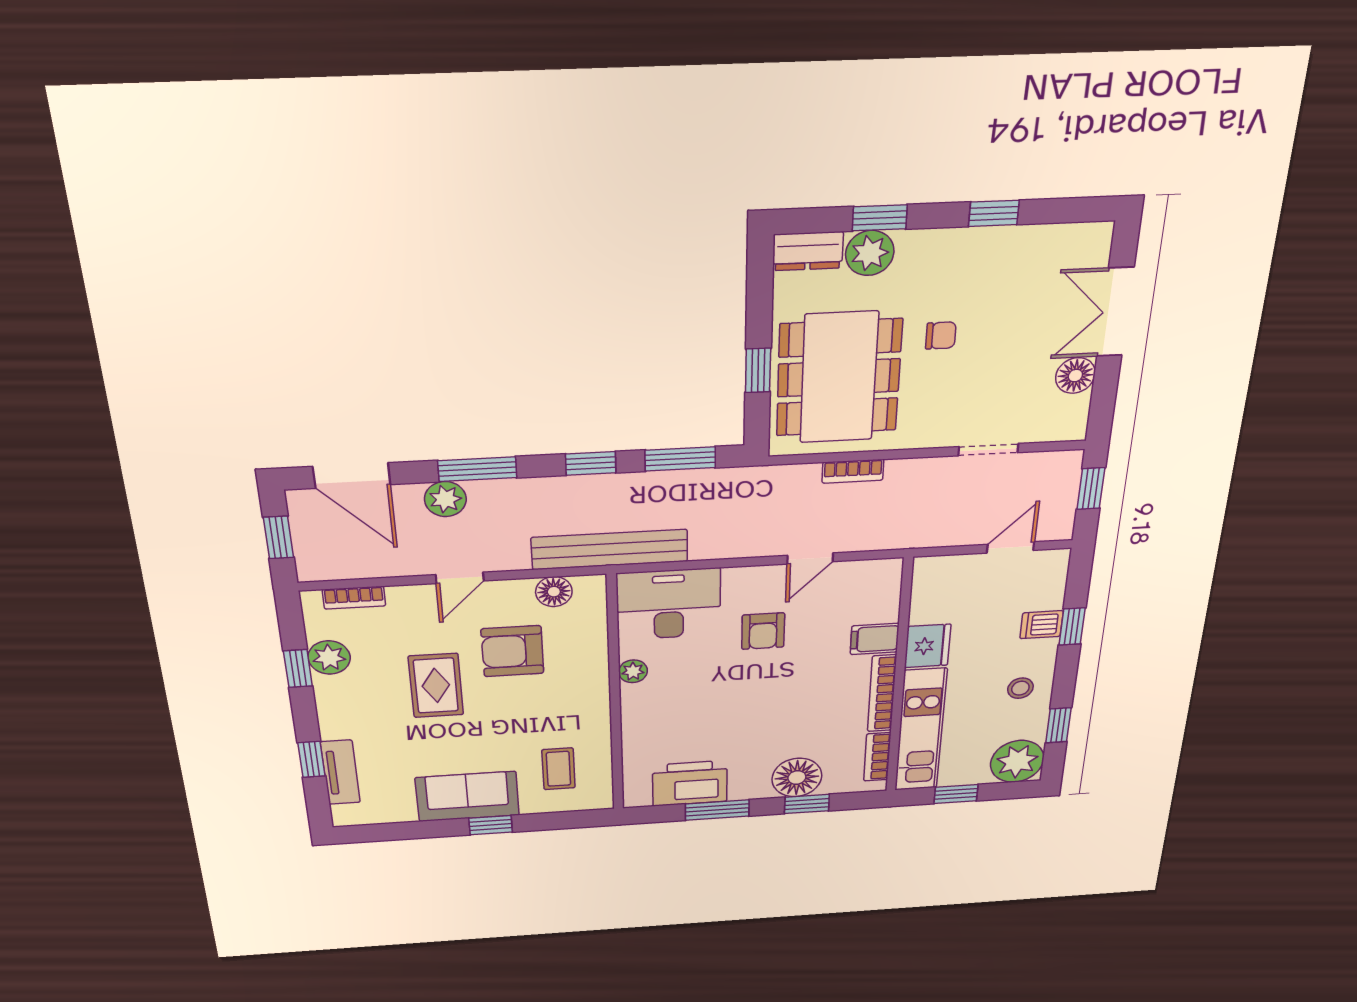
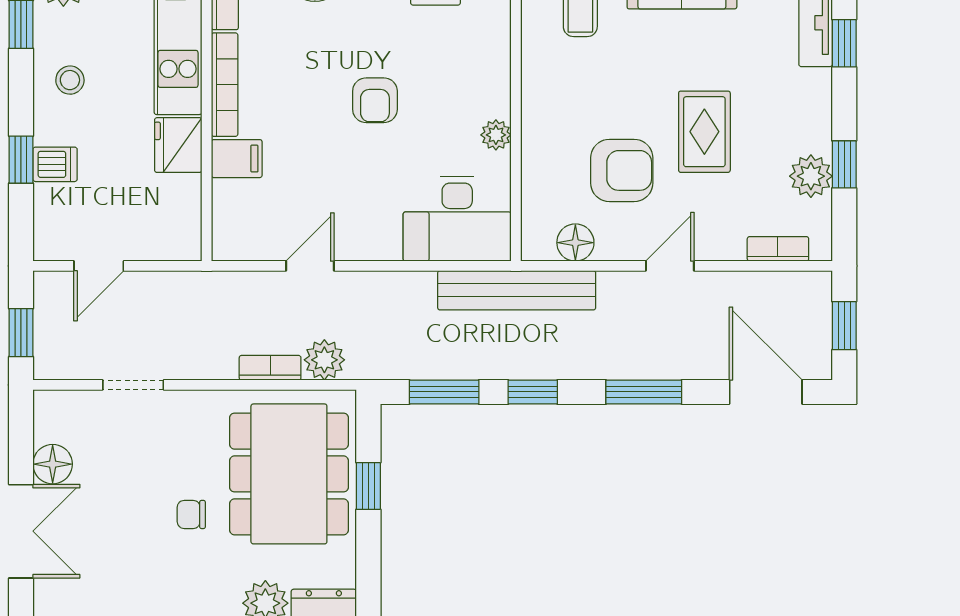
plant: (445, 499) -> (324, 360), moved
armchair: (763, 631) -> (375, 100), moved, turned 180

